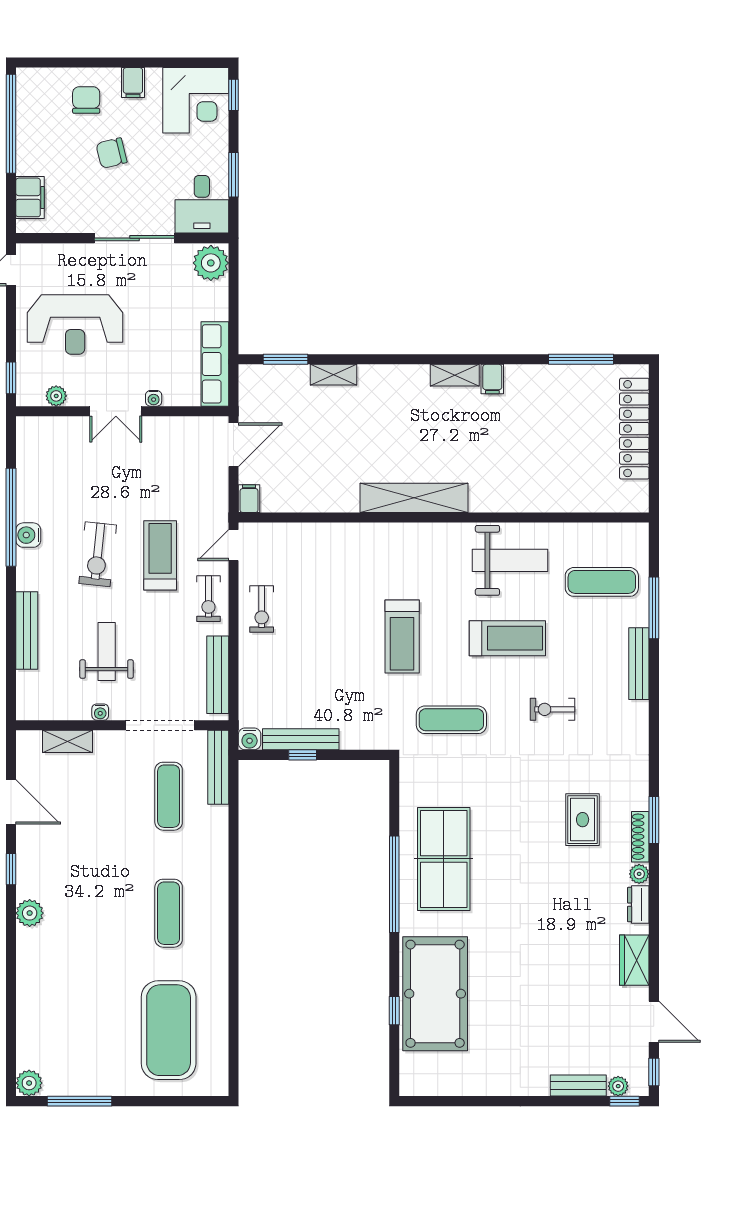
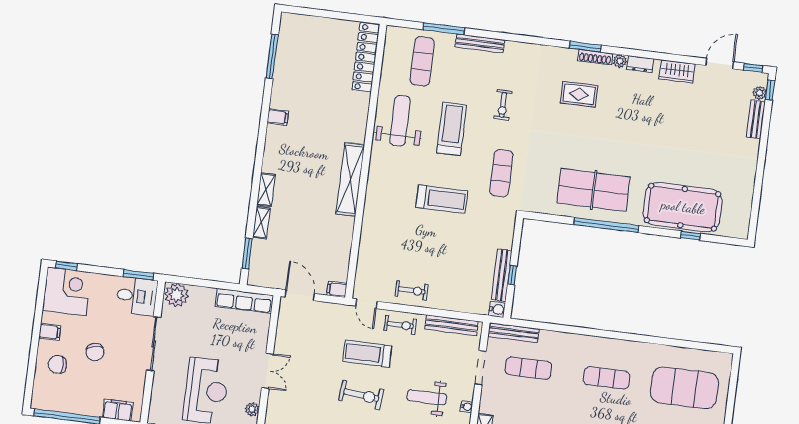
window: (234, 175) -> (138, 275), moved
shelving: (455, 375) -> (266, 190), moved
water cooler: (154, 398) -> (262, 345), removed
locker: (634, 429) -> (366, 57), moved, turned 90
doorway: (160, 725) -> (480, 368), width x0.73

